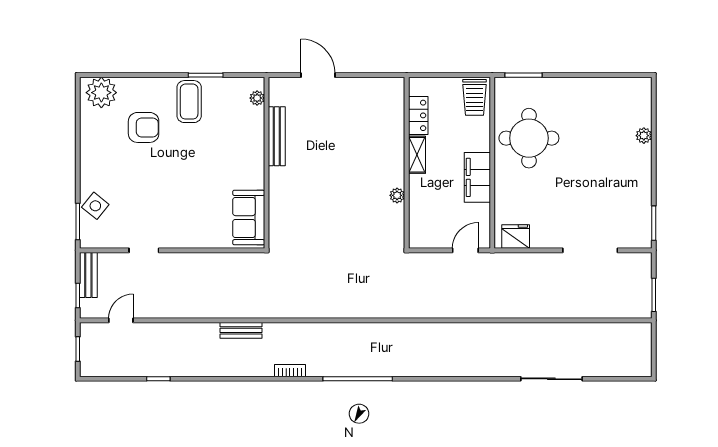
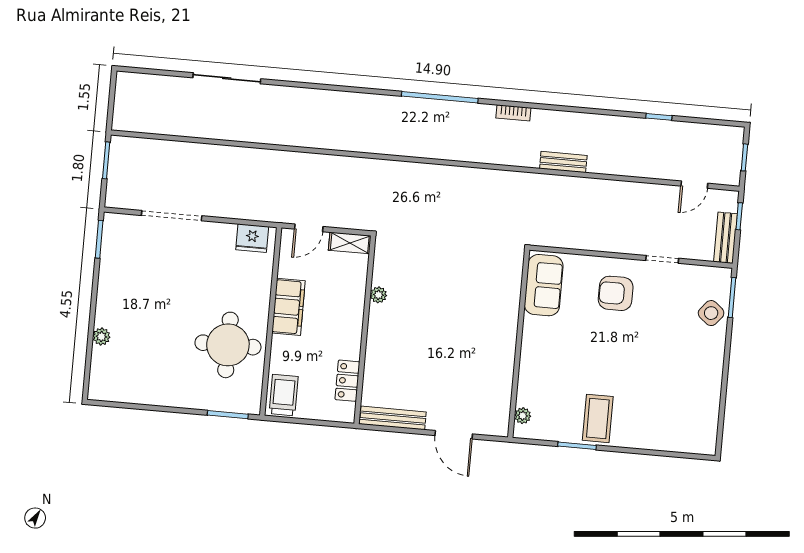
plant: (101, 93) -> (693, 437), removed
armchair: (144, 127) -> (616, 293), moved
bench: (277, 136) -> (393, 418), moved, turned 90
shelving: (417, 155) -> (350, 243), moved, turned 90

